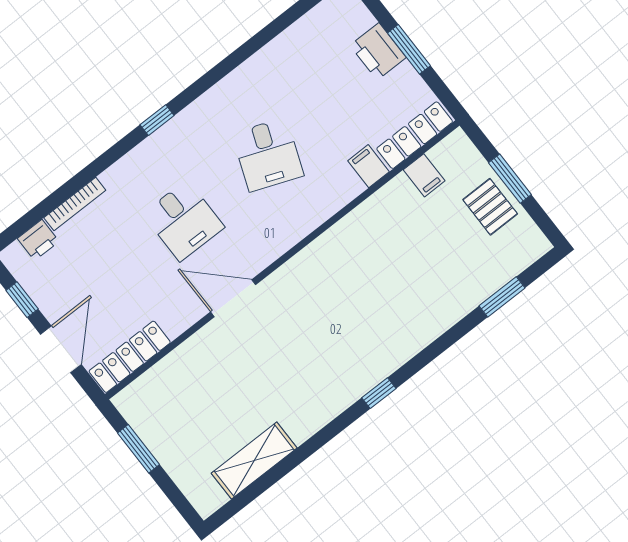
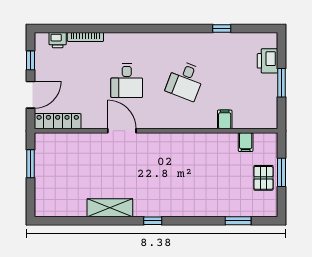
printer: (378, 51) -> (267, 61), moved
window: (157, 120) -> (222, 28), moved
locker: (415, 135) -> (255, 122), removed
shelving: (254, 461) -> (110, 208), moved

